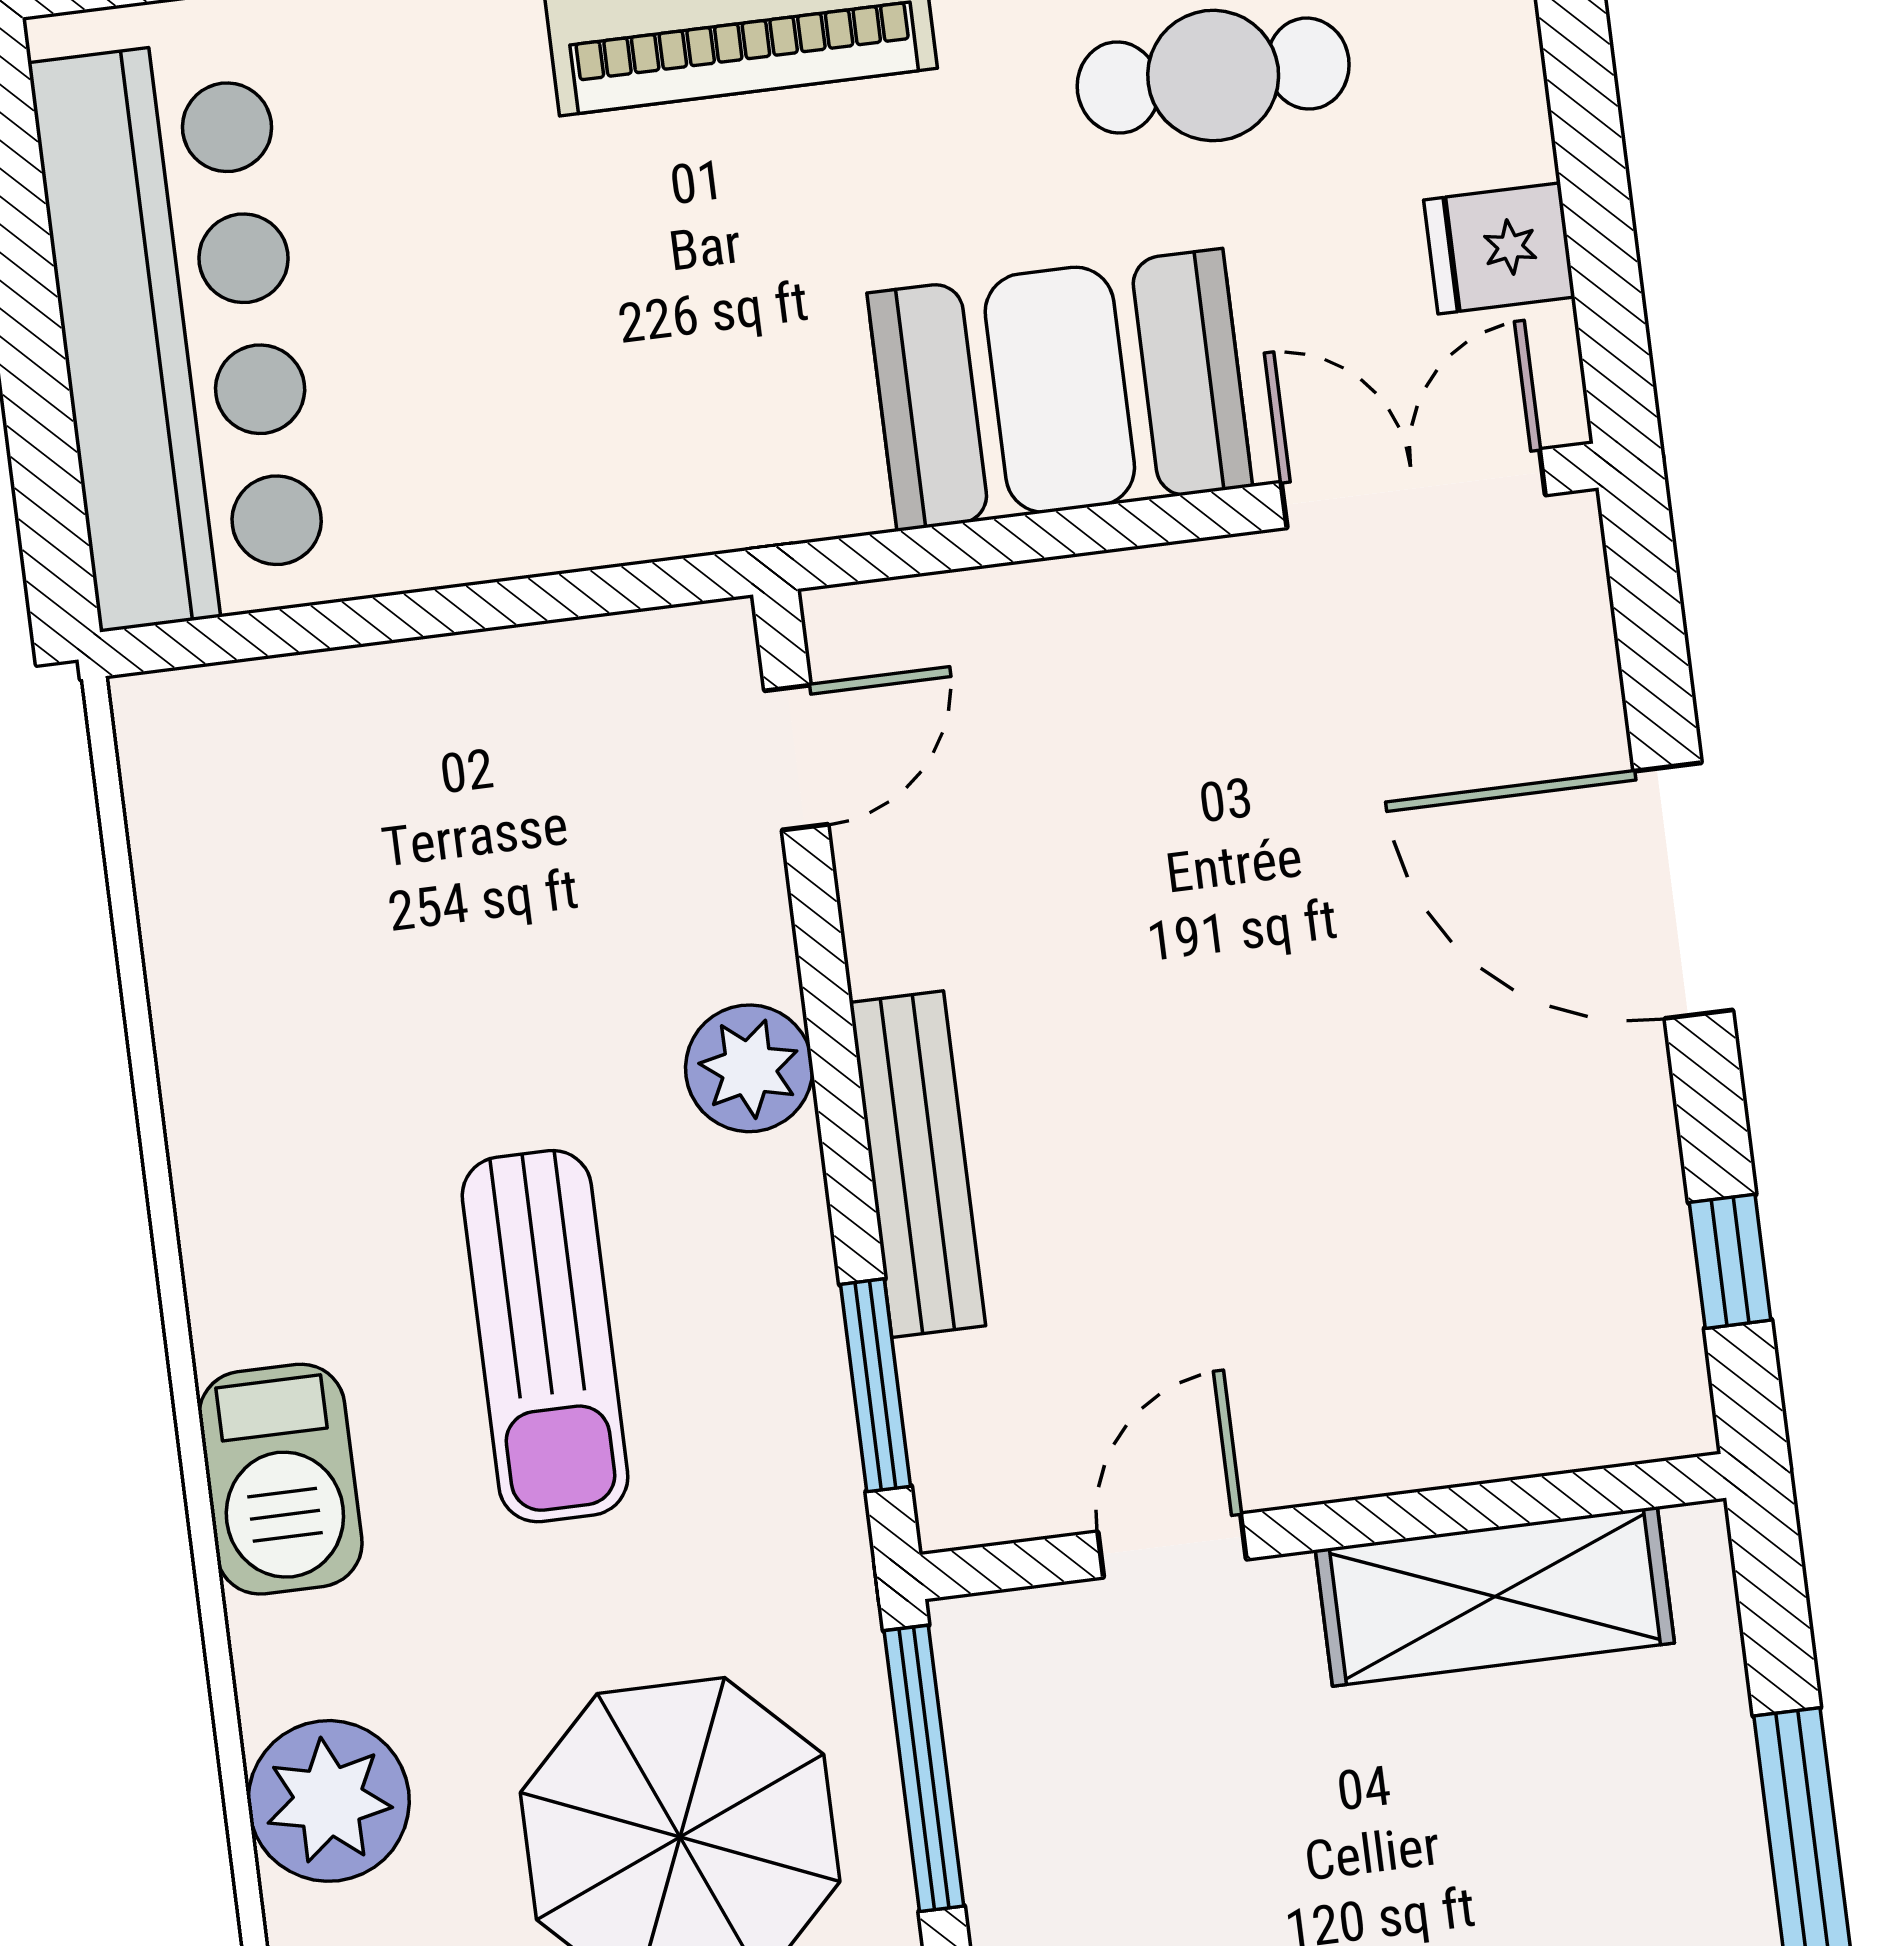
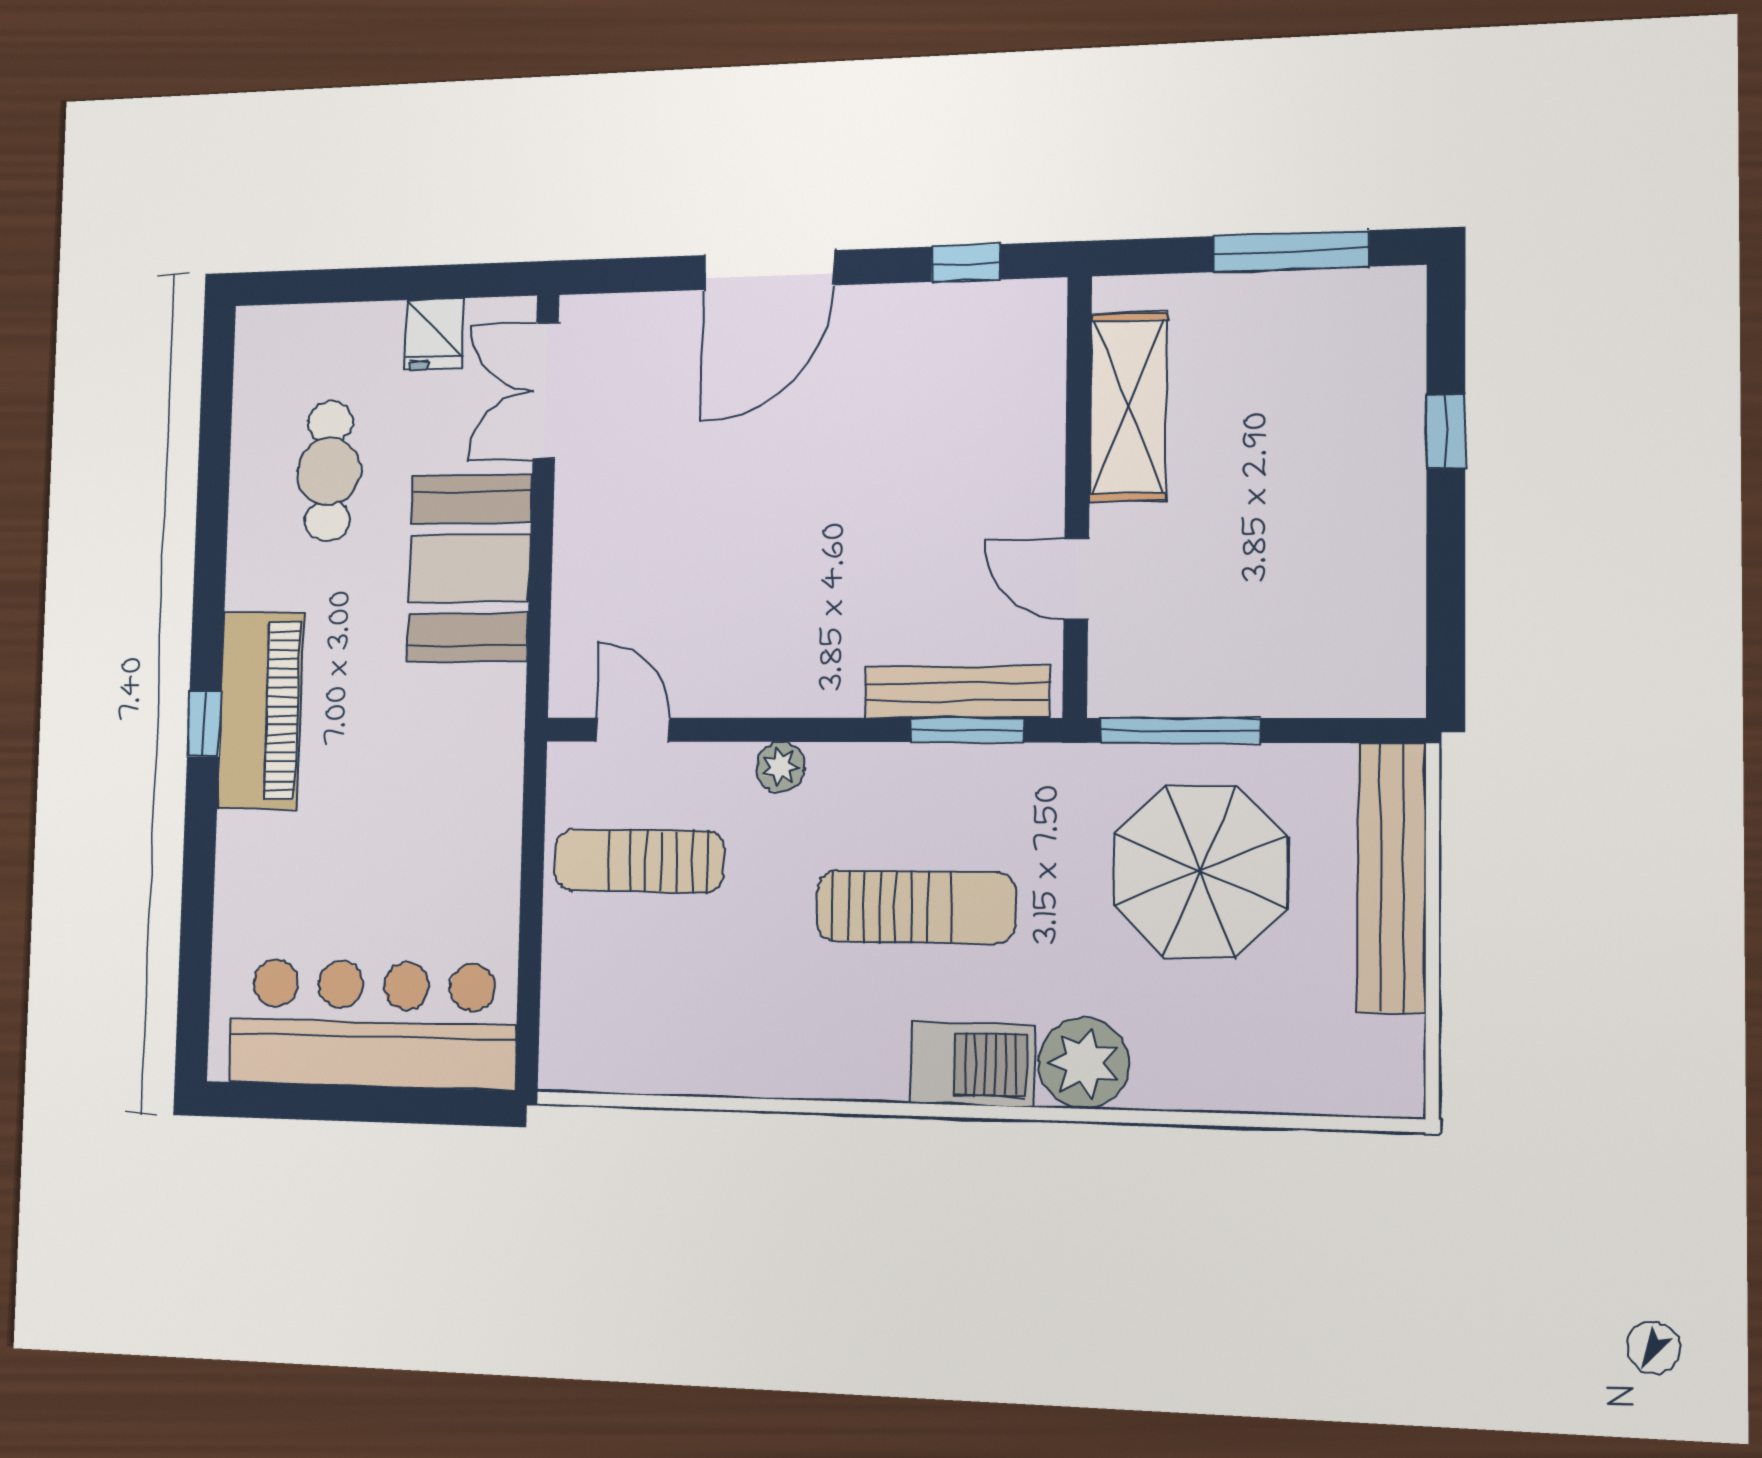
sun lounger: (557, 806) -> (639, 861), added
plant: (749, 1068) -> (780, 767), width x0.73, depth x0.73
bench: (918, 1164) -> (957, 692), moved
plant: (329, 1801) -> (1084, 1063), moved

